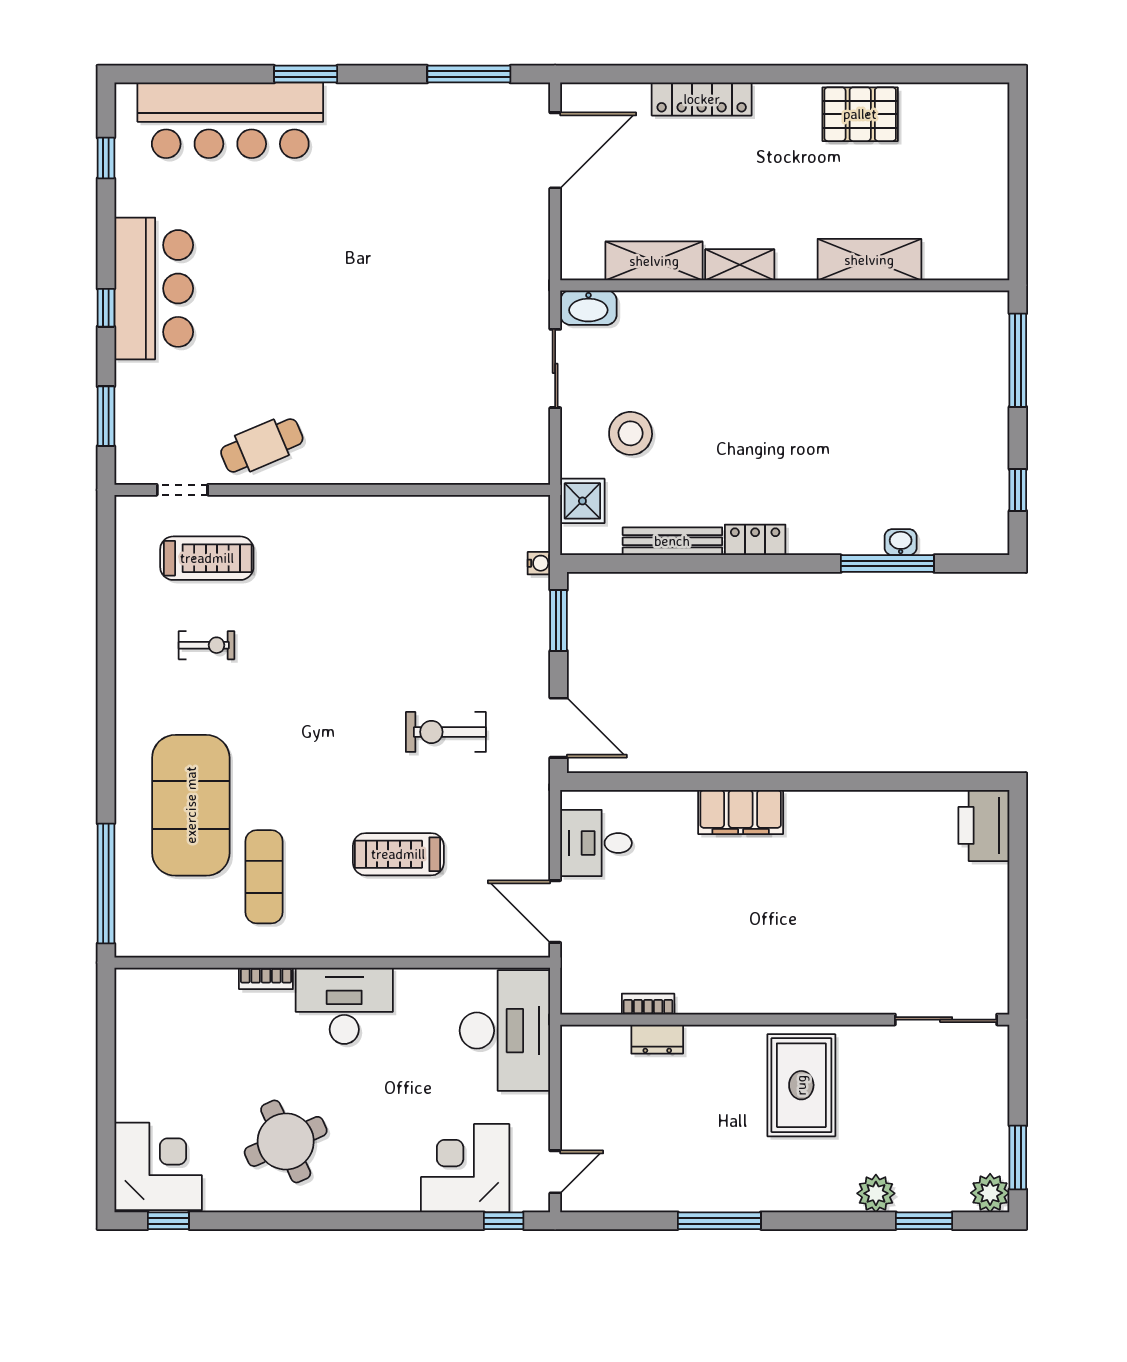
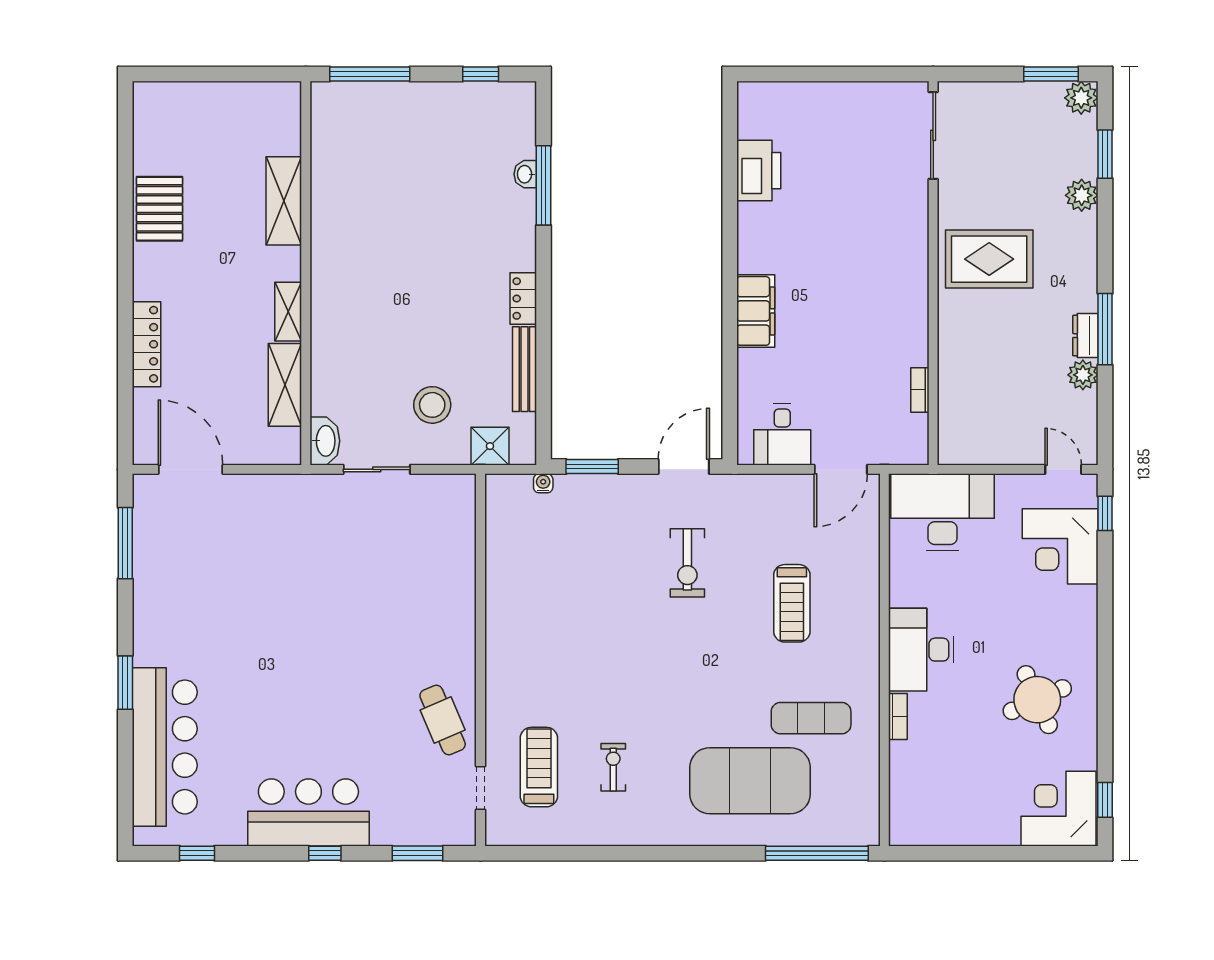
printer: (984, 825) -> (759, 171), moved, turned -90
dresser: (657, 1039) -> (1085, 336), moved, turned 180
plant: (666, 1195) -> (1083, 375), added

